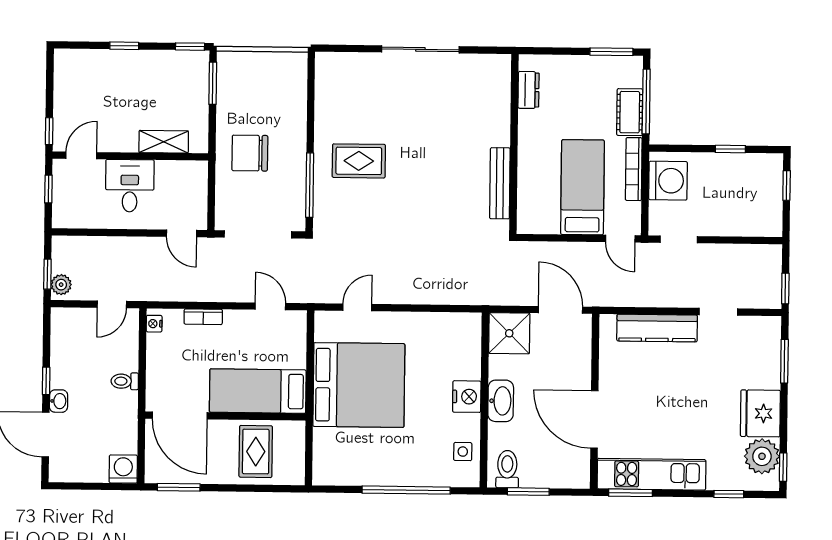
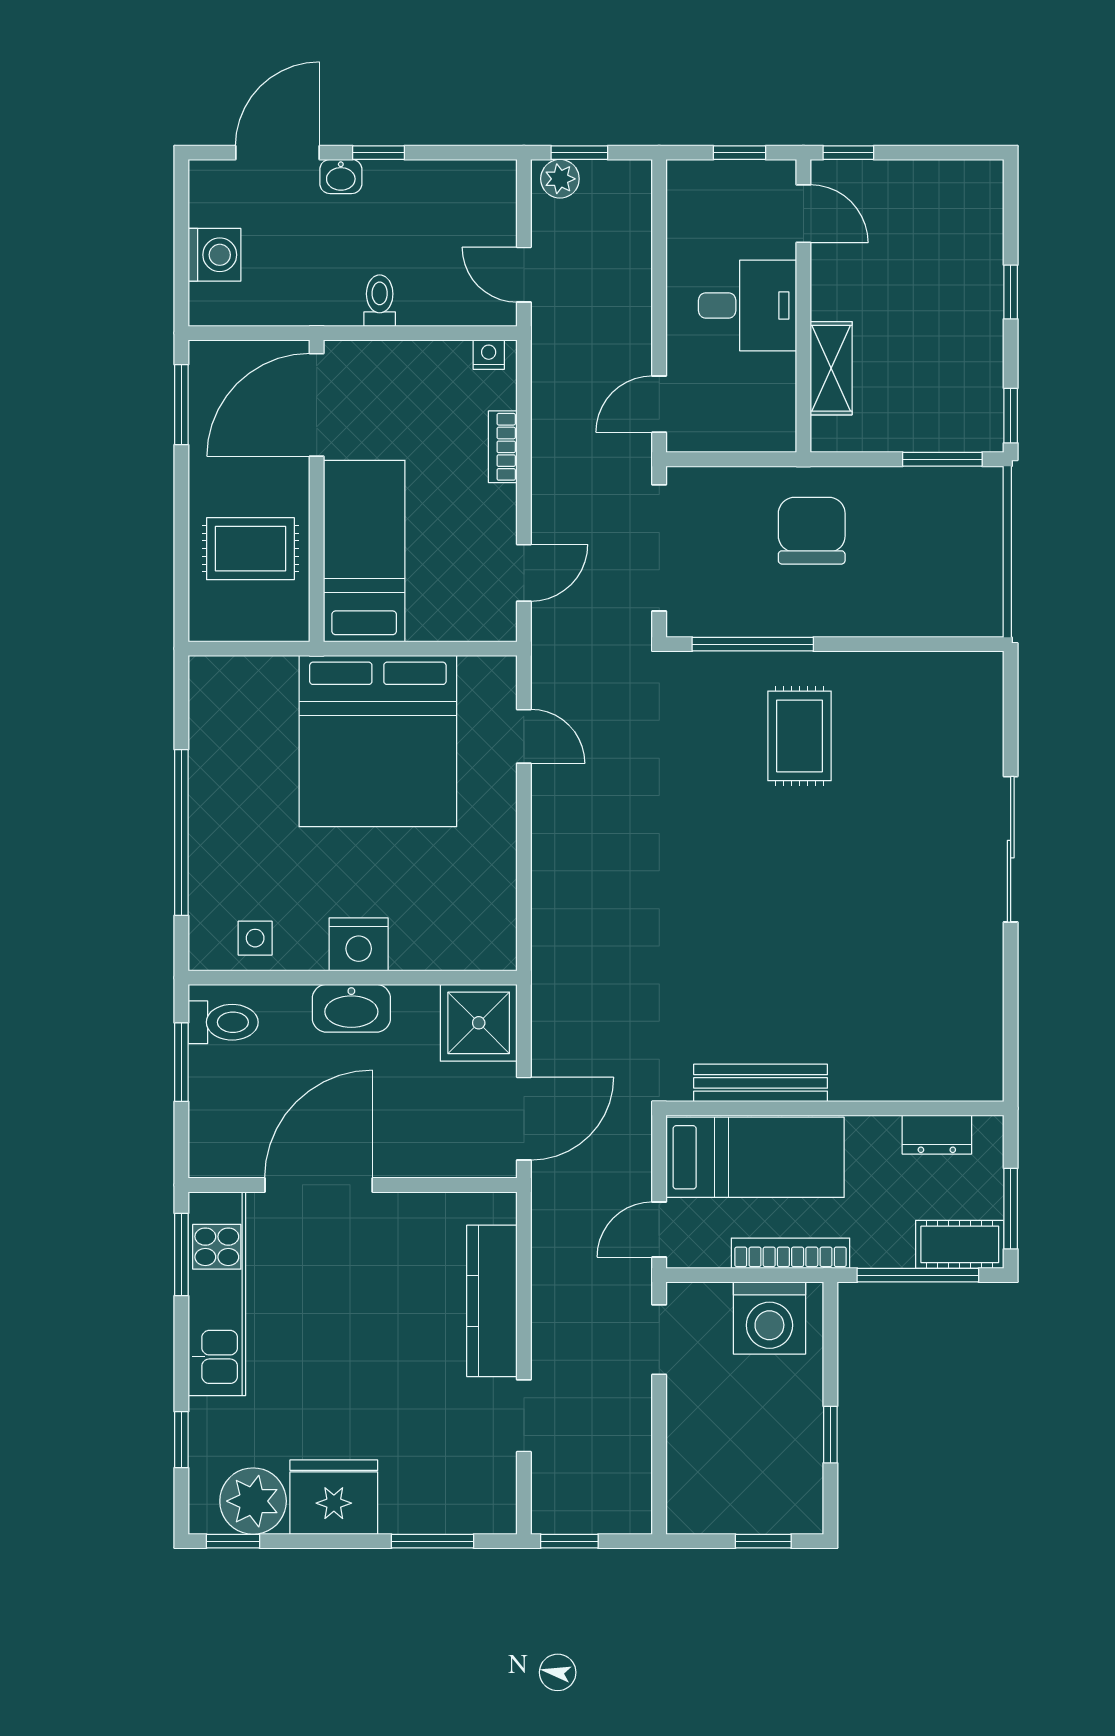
dresser: (529, 90) -> (937, 1135), moved
cot: (630, 112) -> (960, 1244), moved
wall: (514, 144) -> (835, 1108), moved
bench: (500, 183) -> (761, 1083), moved
washing machine: (123, 469) -> (214, 255), moved

